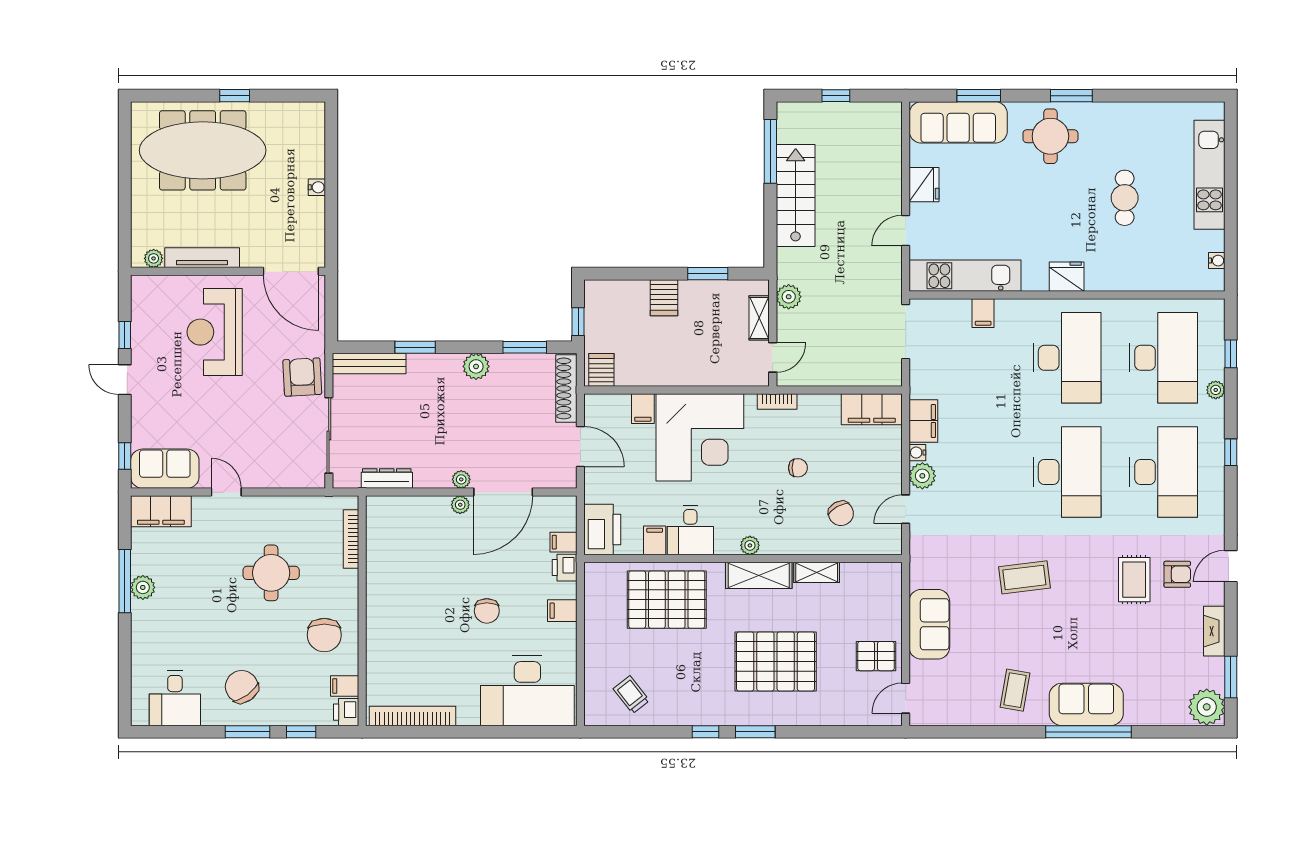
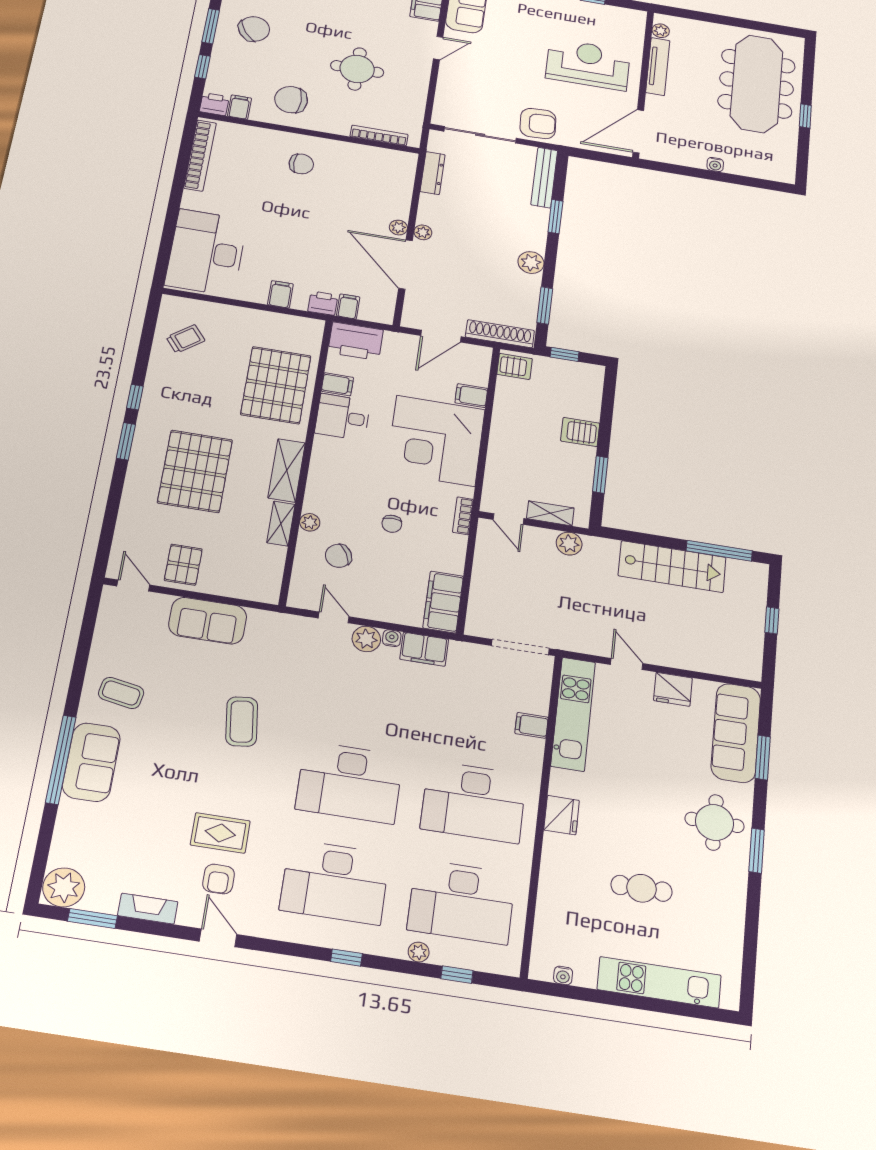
plant: (750, 545) -> (310, 522), moved
chair: (487, 611) -> (301, 164), moved, turned 180

